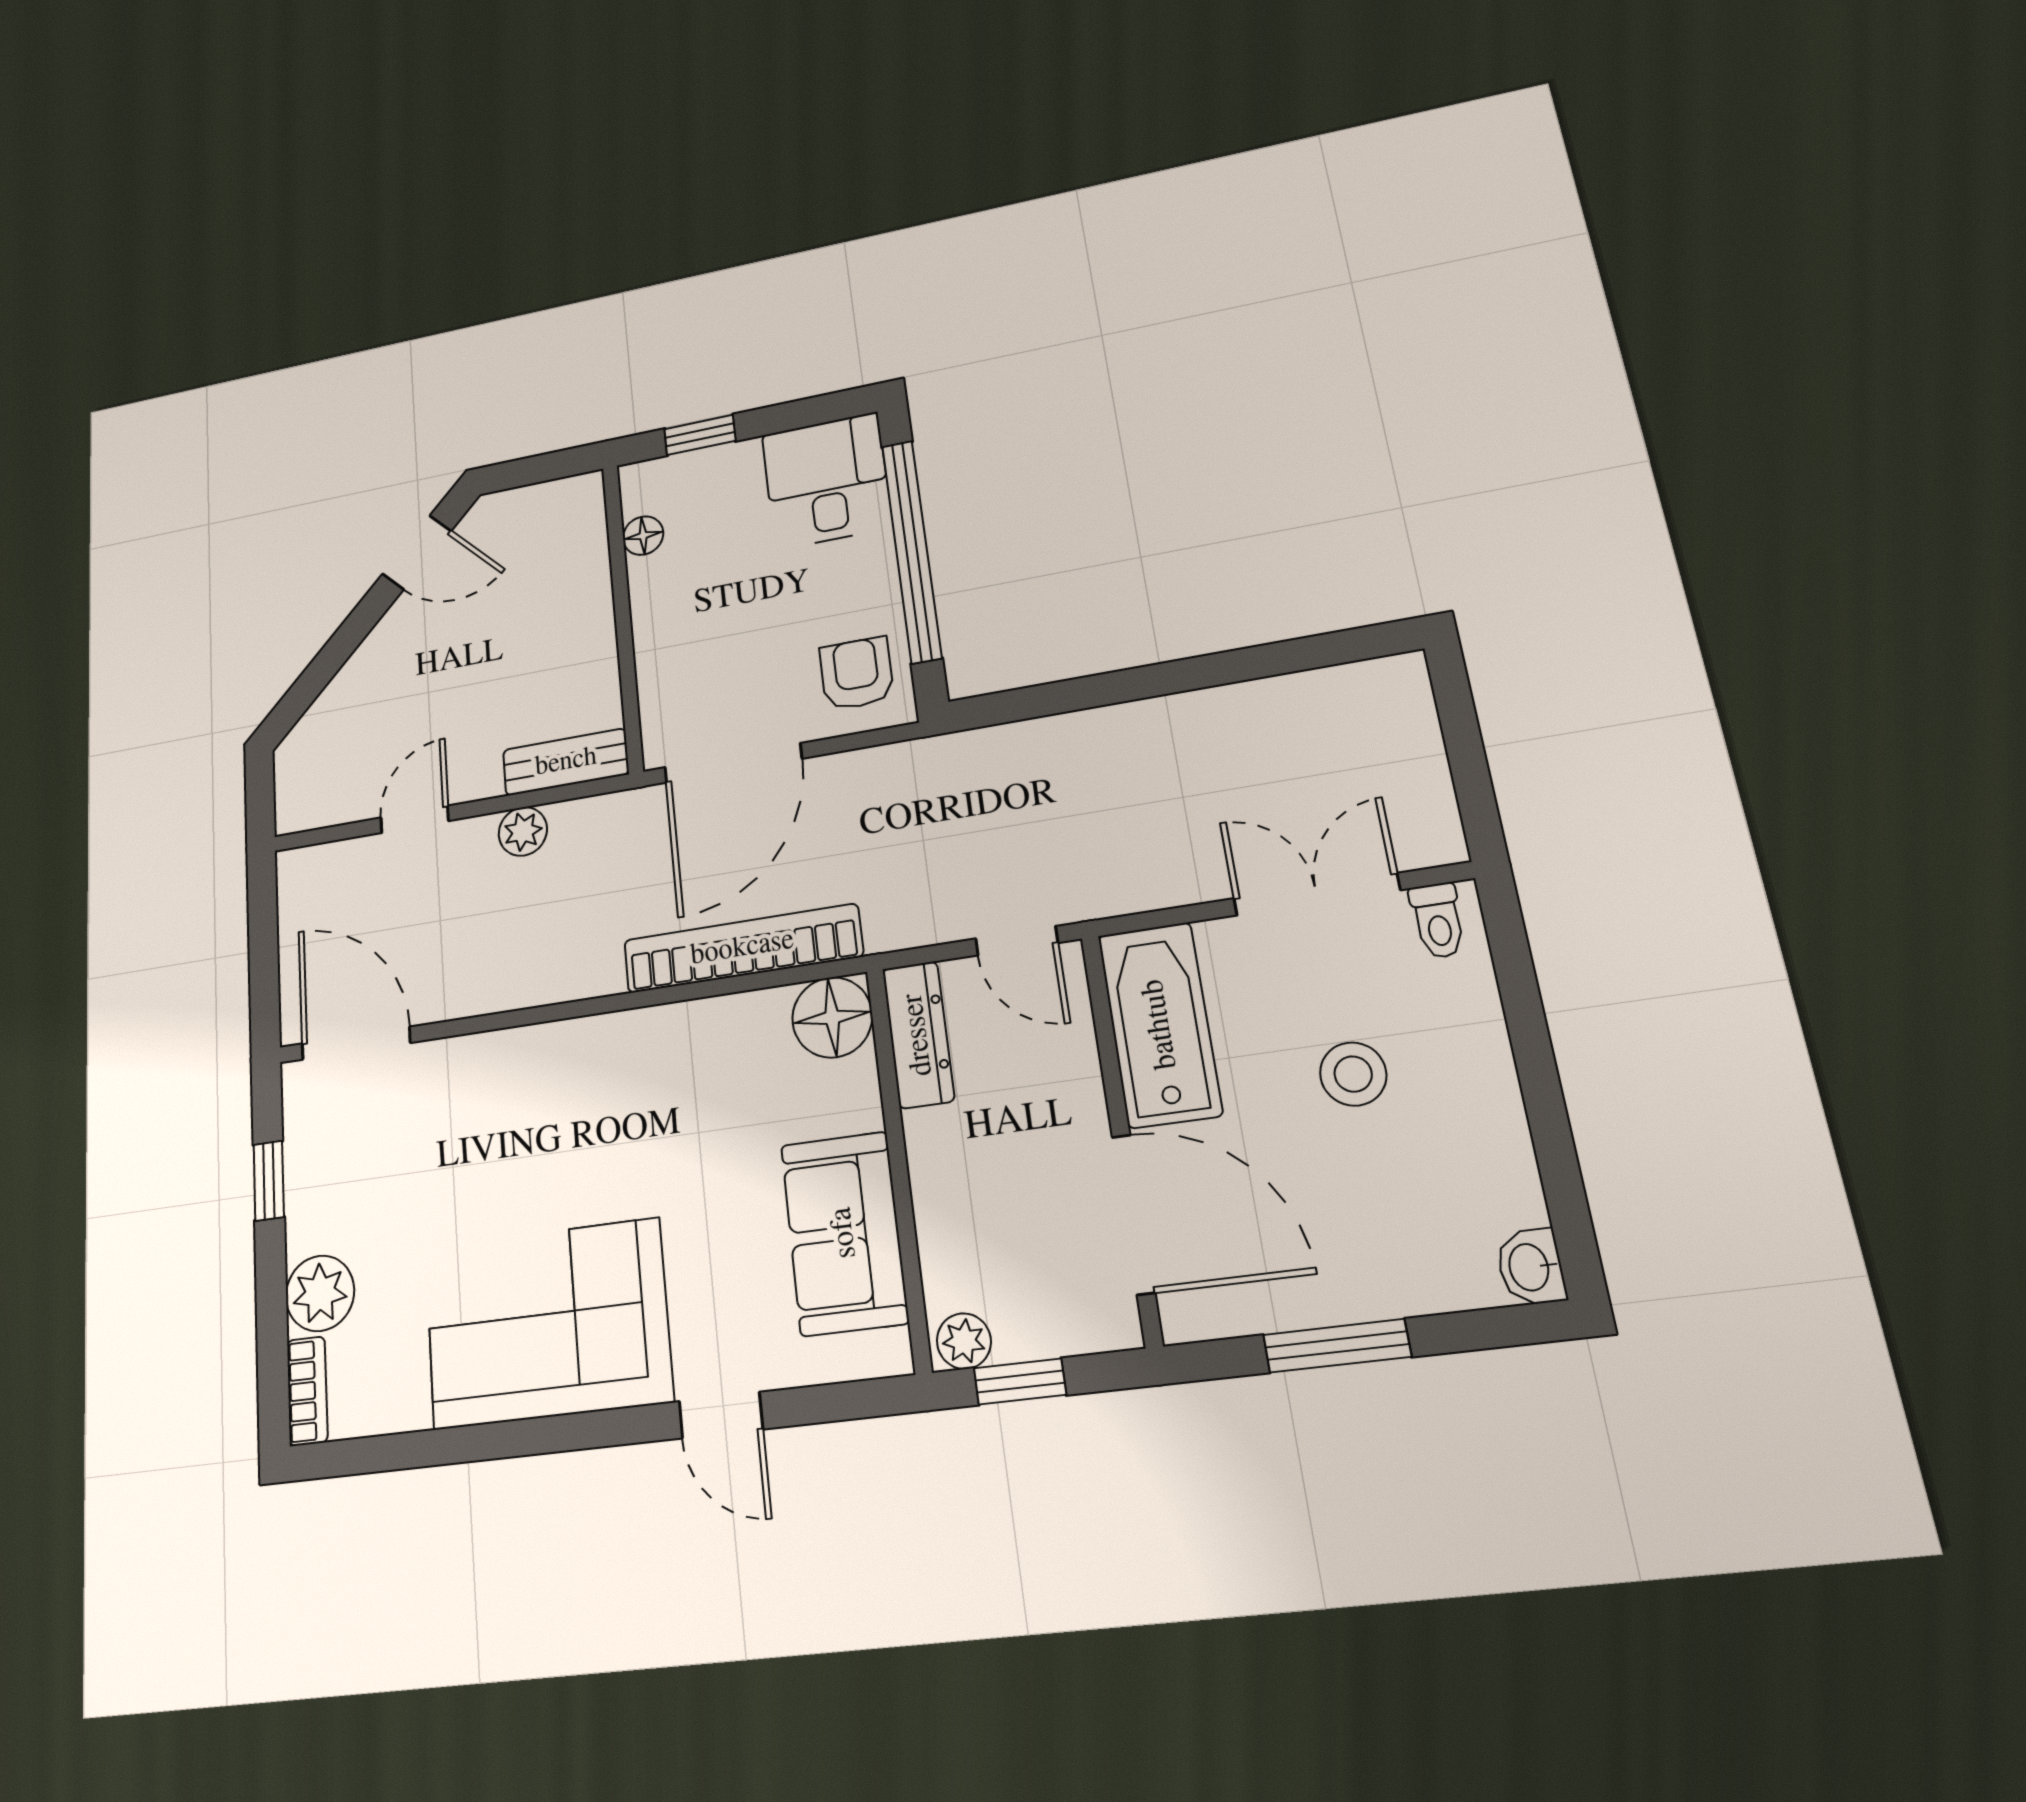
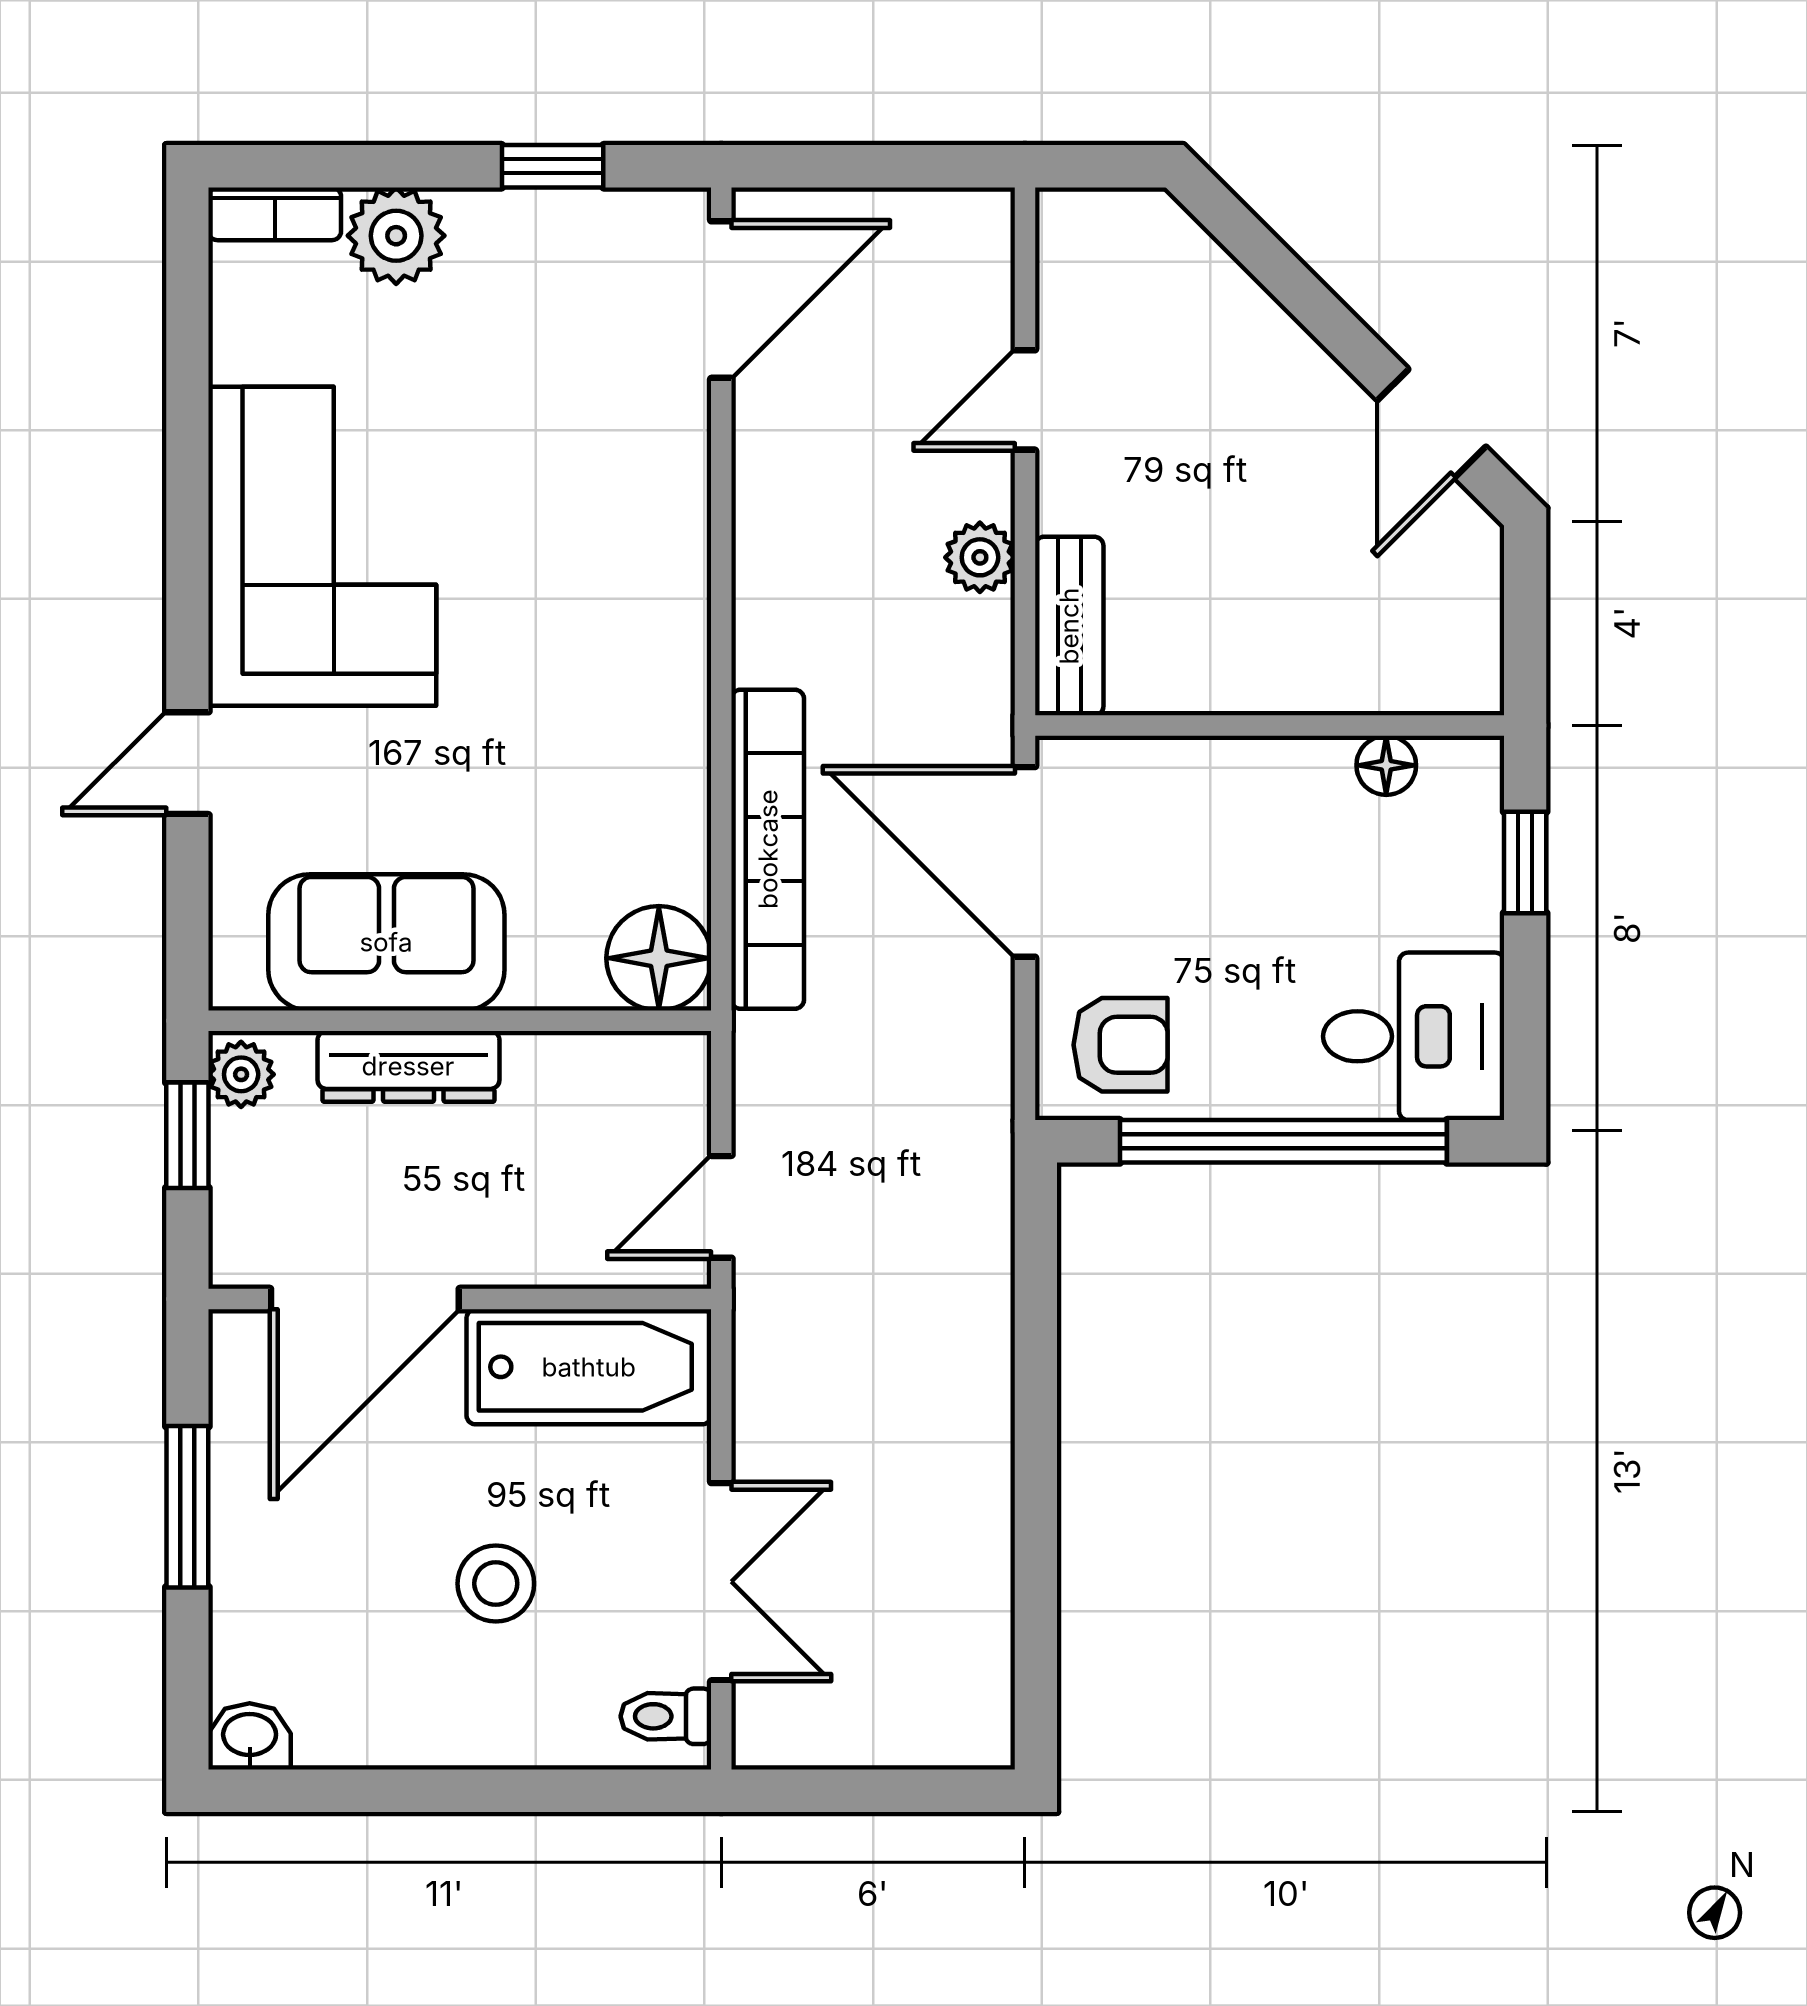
door: (415, 819) -> (1025, 400), swing flipped
dresser: (918, 1035) -> (408, 1066), moved

